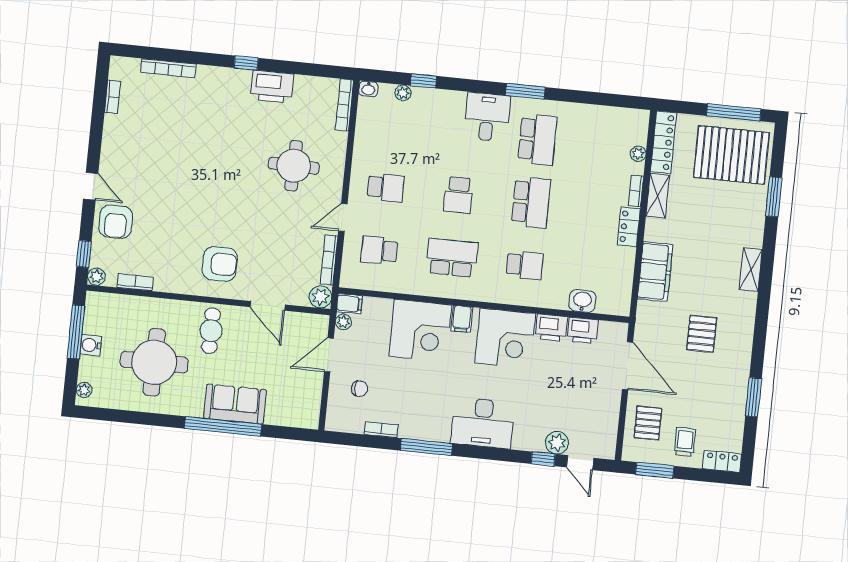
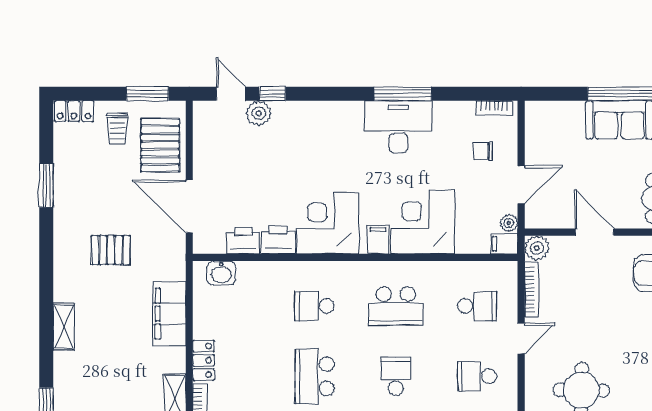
washbasin: (582, 301) -> (221, 273), moved
pallet: (702, 334) -> (111, 250), turned 90
desk: (483, 423) -> (398, 127), moved
pallet: (648, 423) -> (160, 145), width x1.50, depth x1.42
bookcase: (381, 430) -> (494, 108), moved

